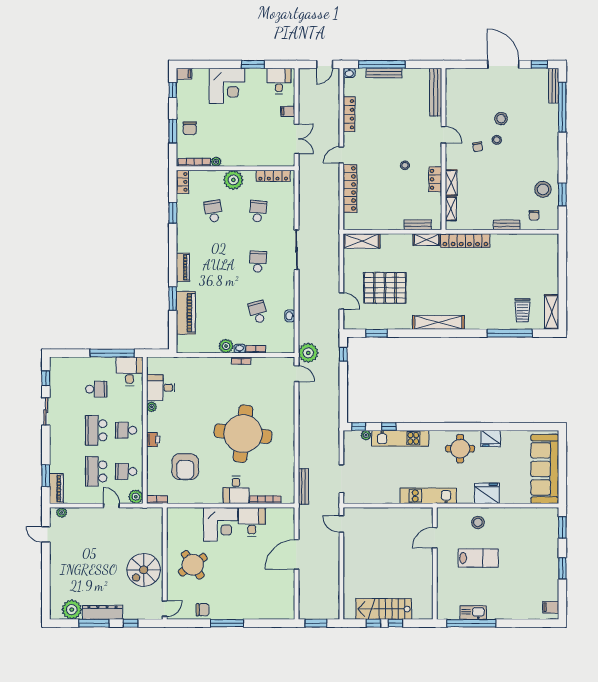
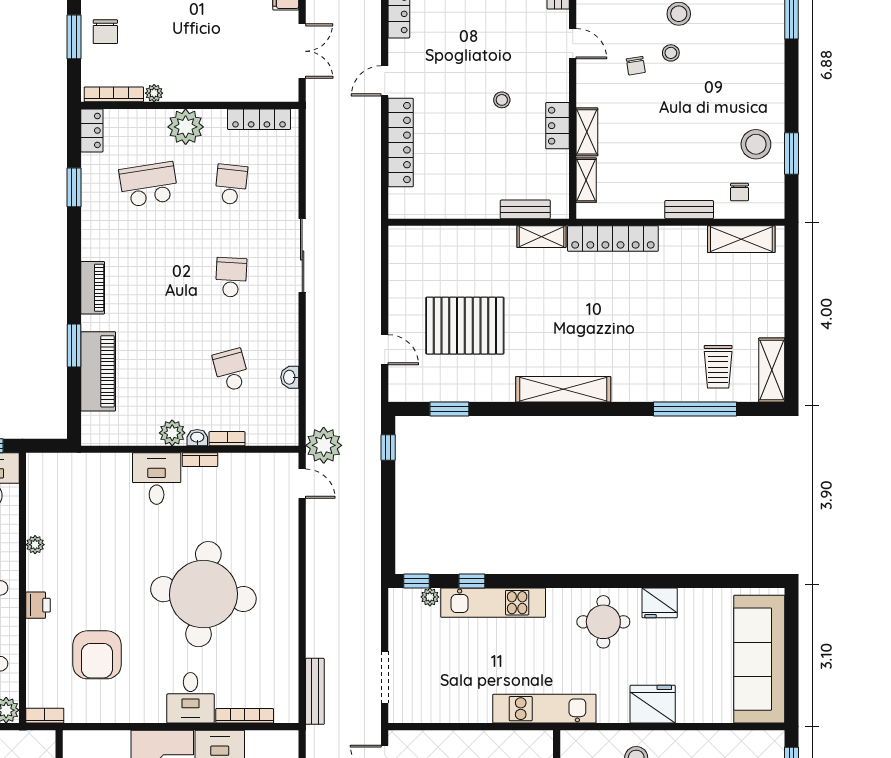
school desk: (213, 211) -> (149, 184), width x1.85
shelving: (362, 241) -> (741, 239), moved
desk: (161, 388) -> (157, 479), moved, turned 90

